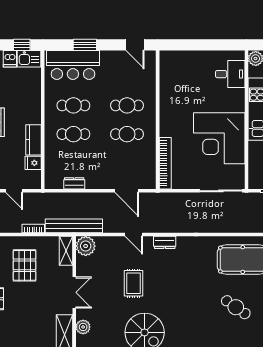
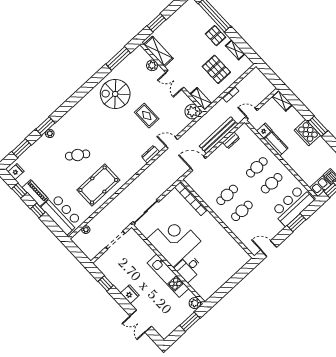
desk: (230, 74) -> (189, 268), moved
door: (14, 191) -> (252, 113), moved
bench: (74, 226) -> (219, 135), moved

